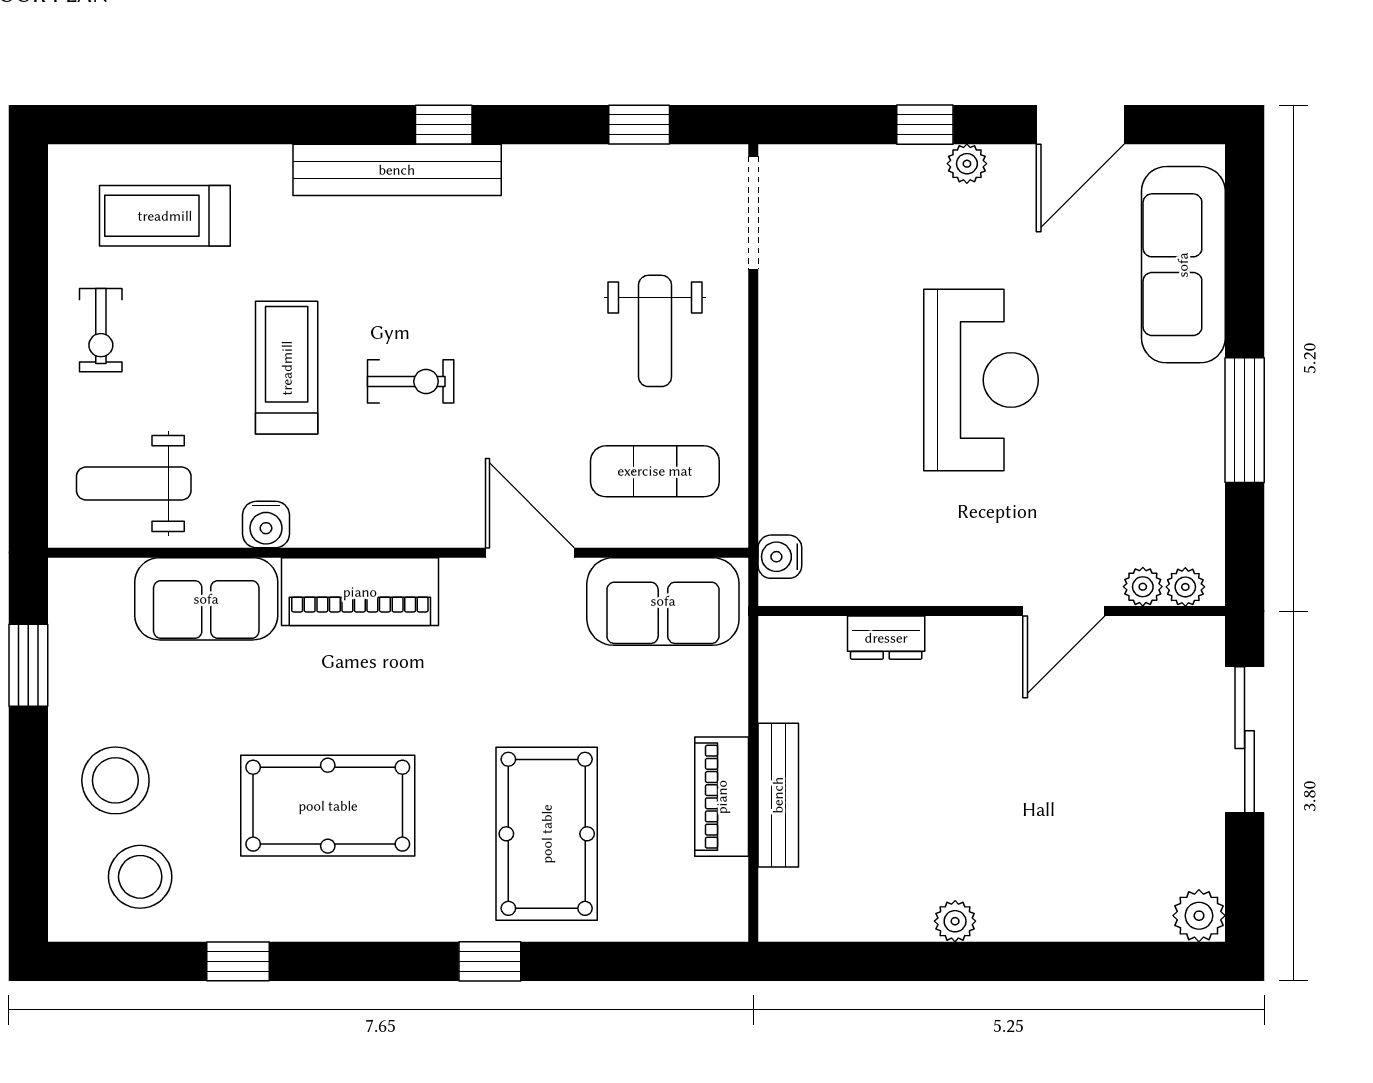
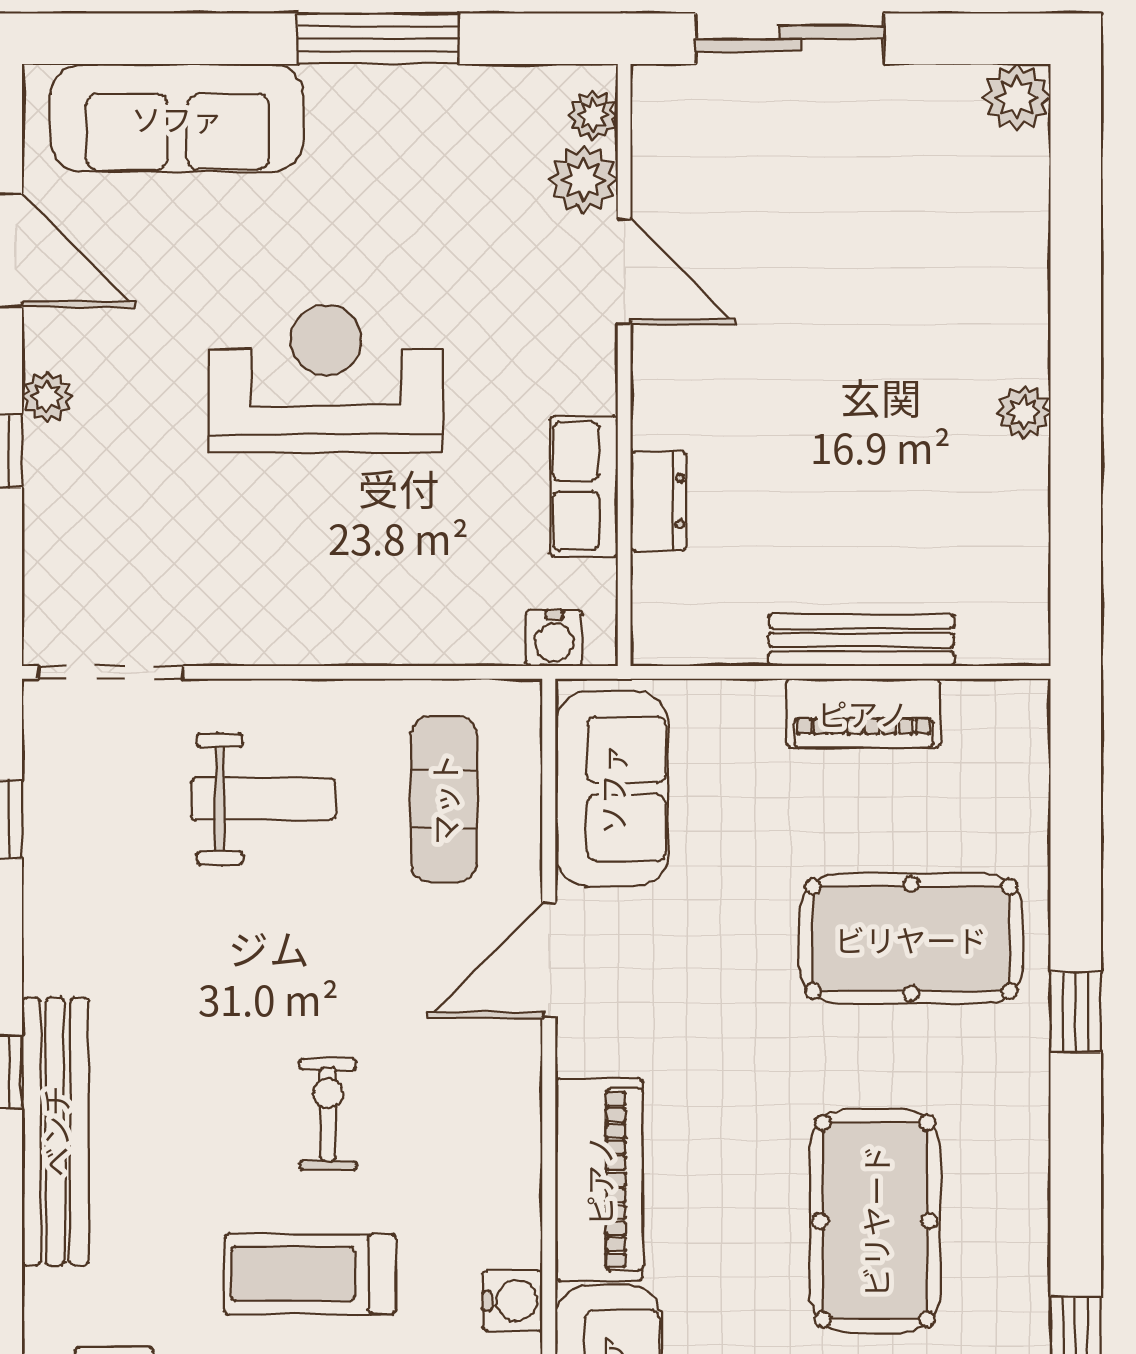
row of seats: (898, 580) -> (584, 486), added
plant: (1143, 587) -> (583, 179), width x1.38, depth x1.38

